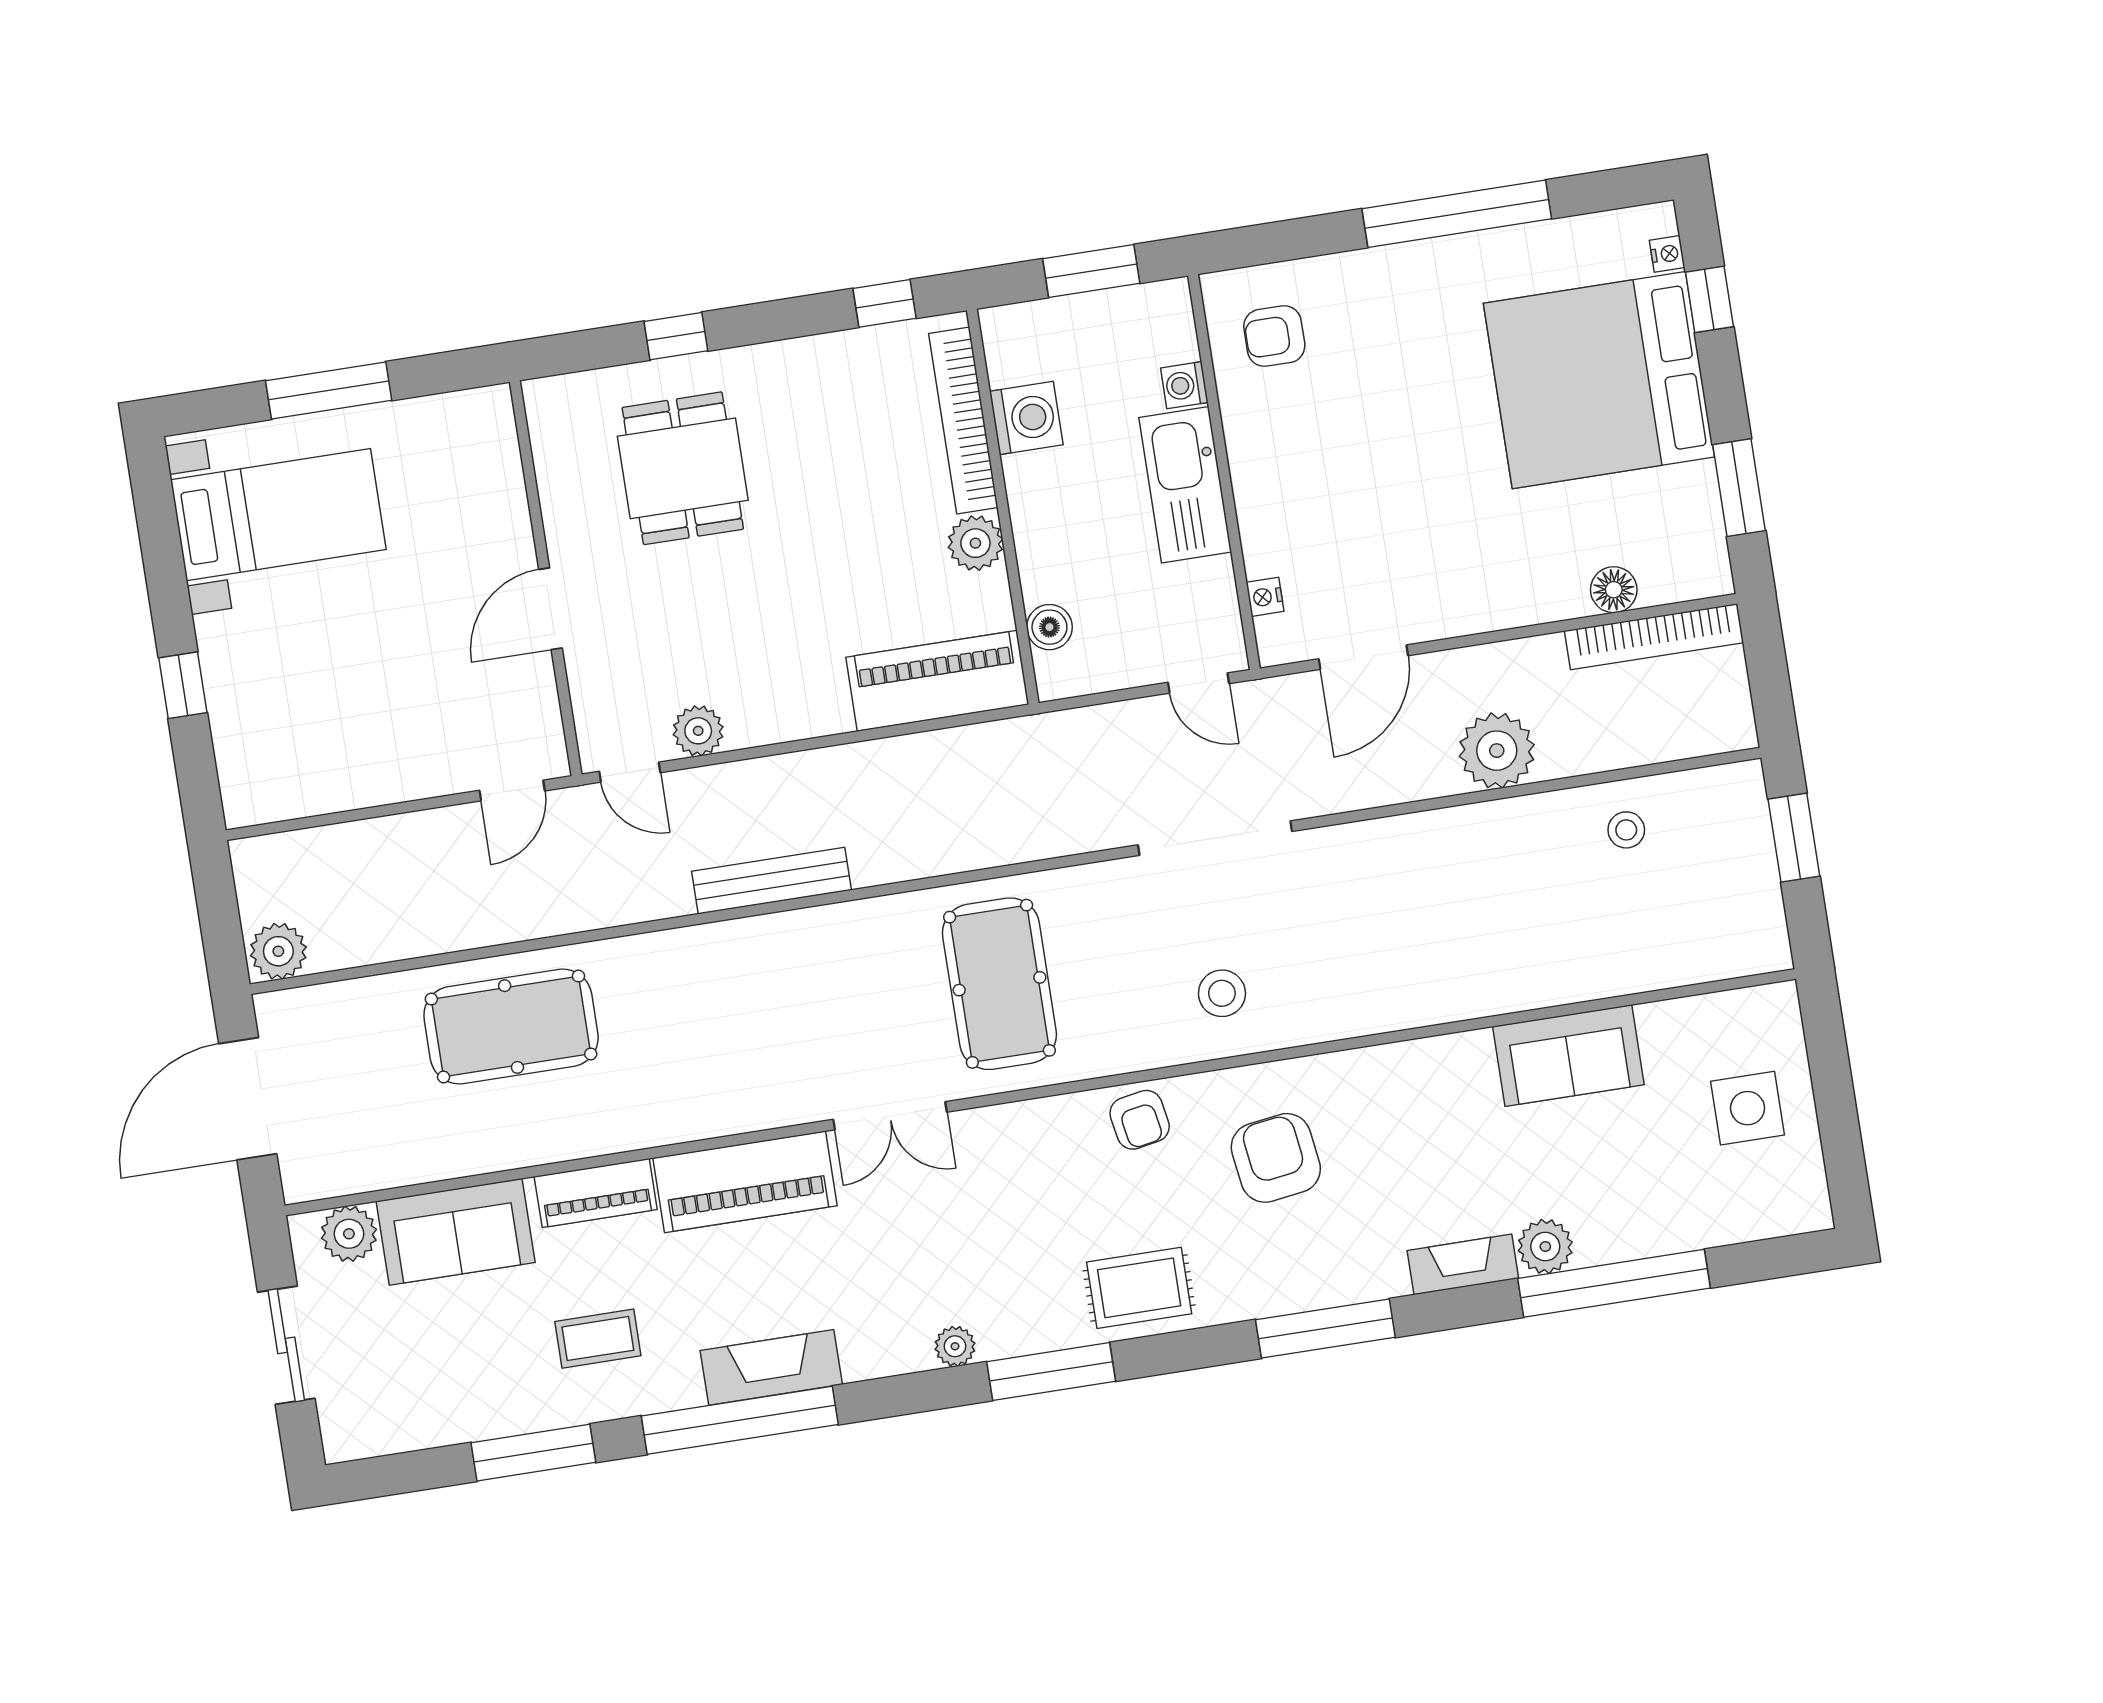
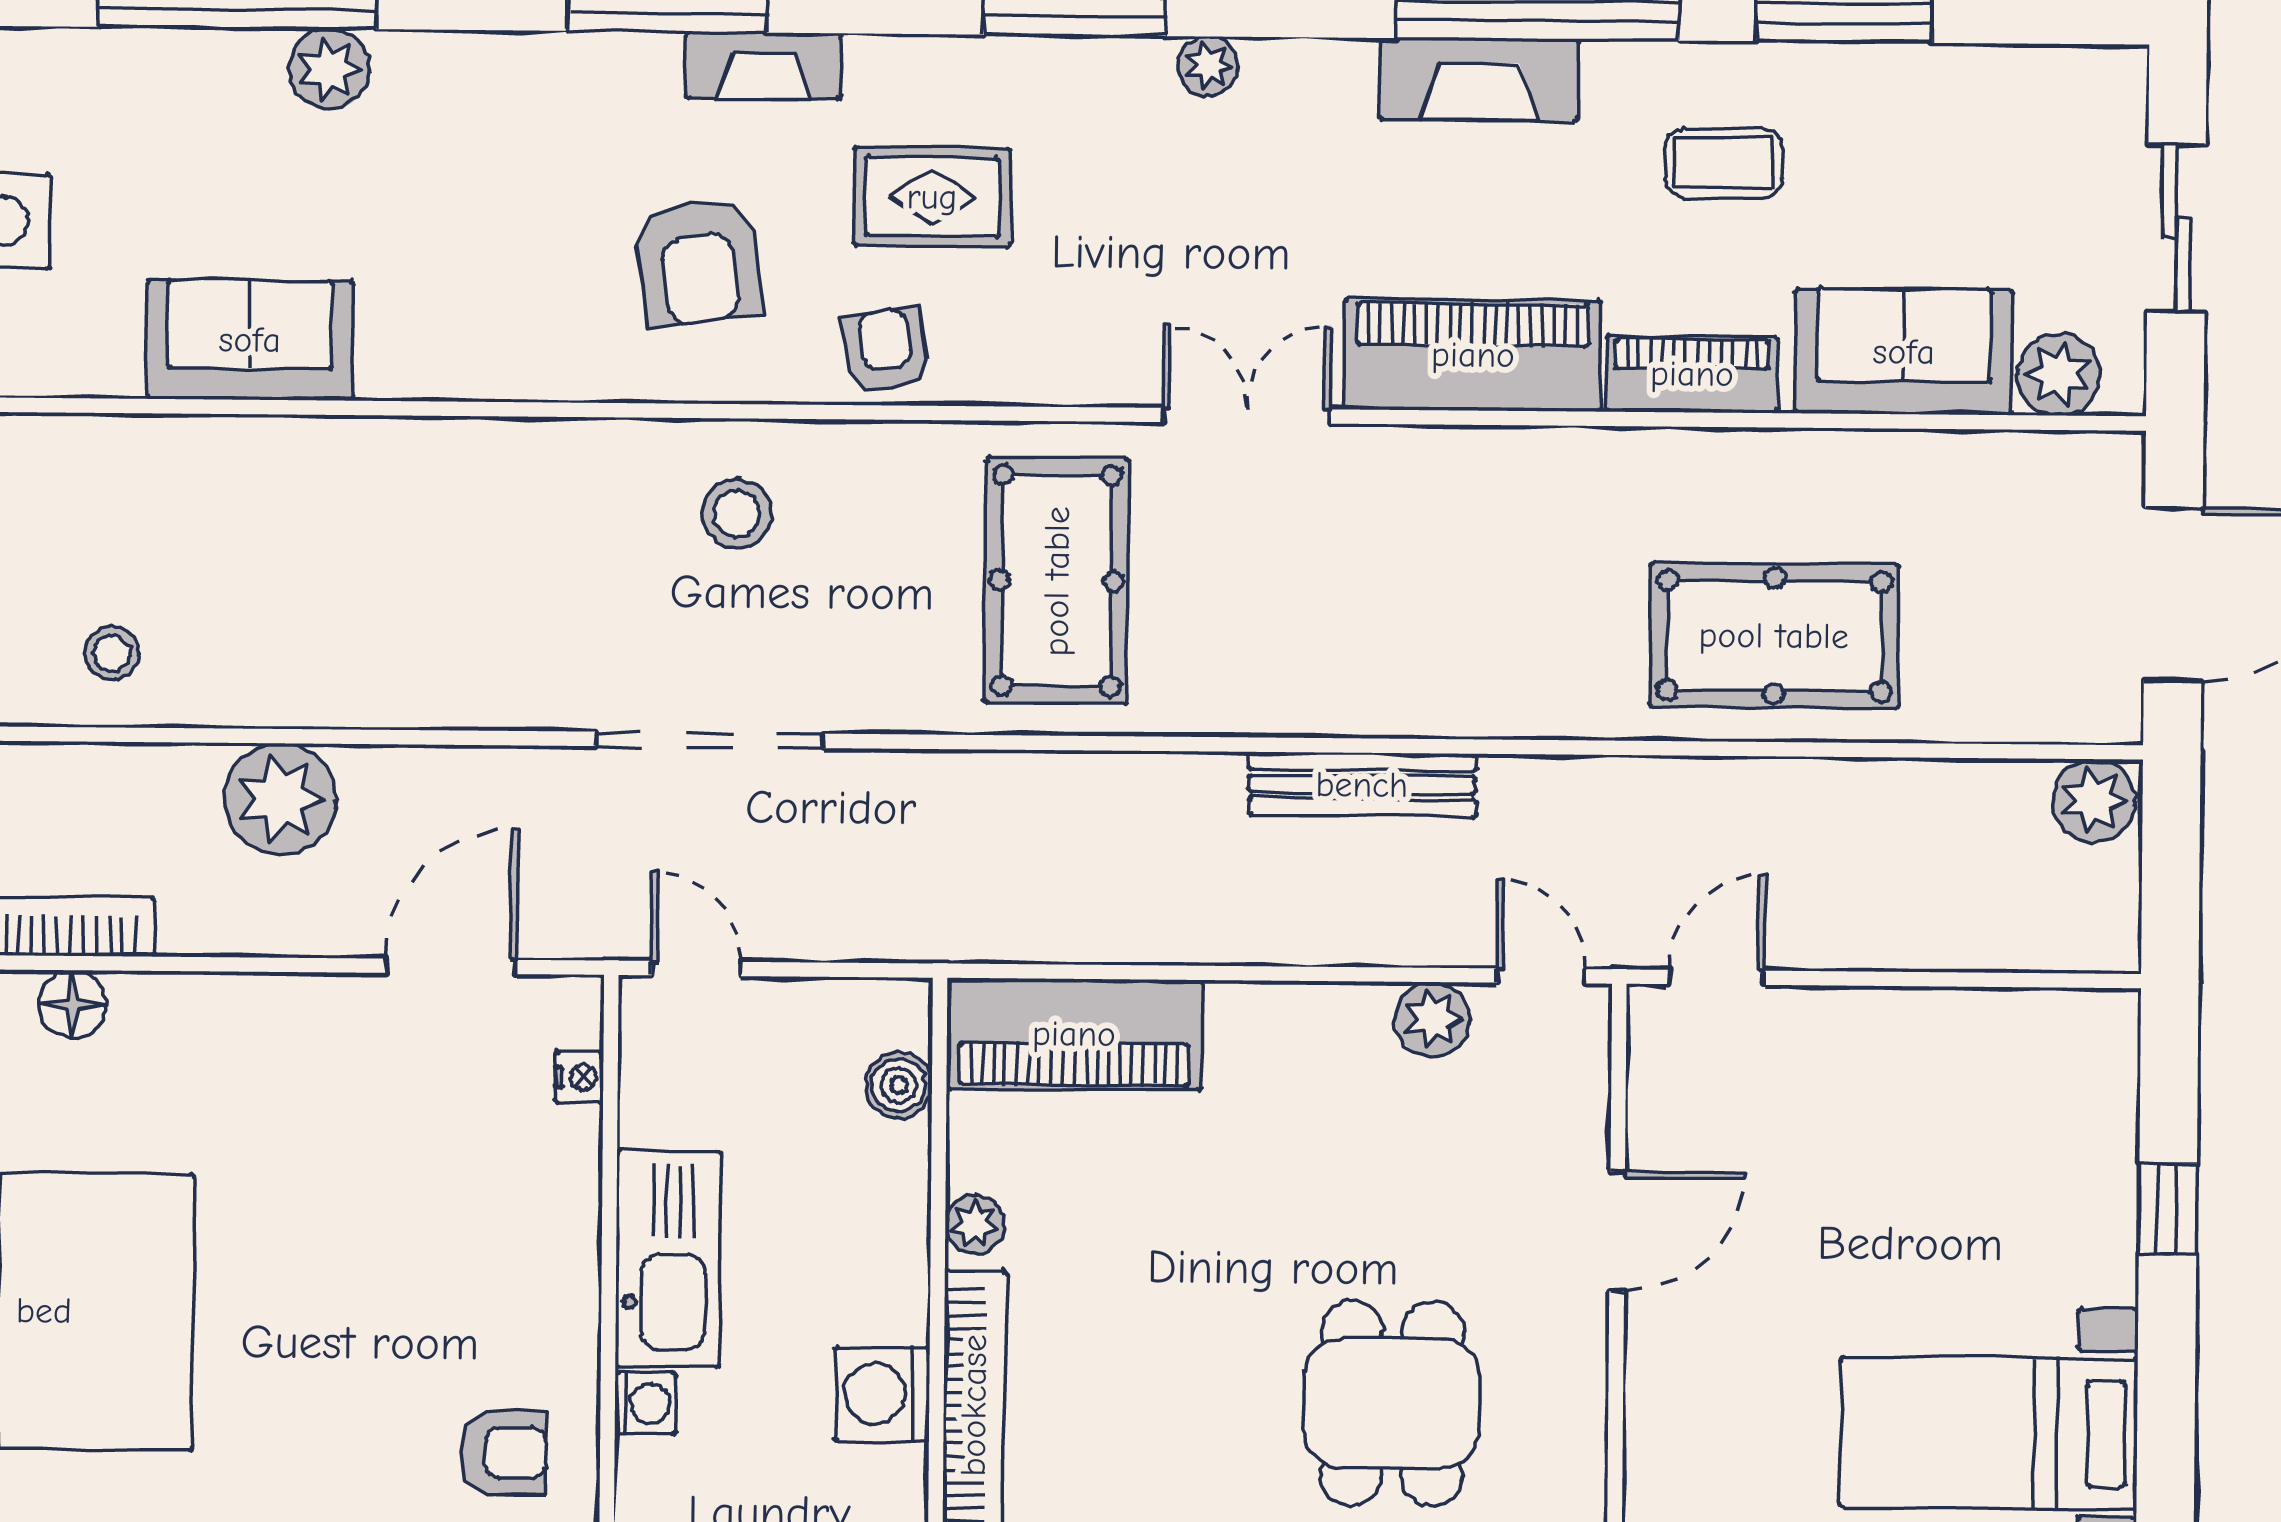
plant: (975, 543) -> (975, 1225), width x0.73, depth x0.73
fireplace: (1463, 1264) -> (763, 66), moved
rug: (1139, 1288) -> (932, 197), moved

